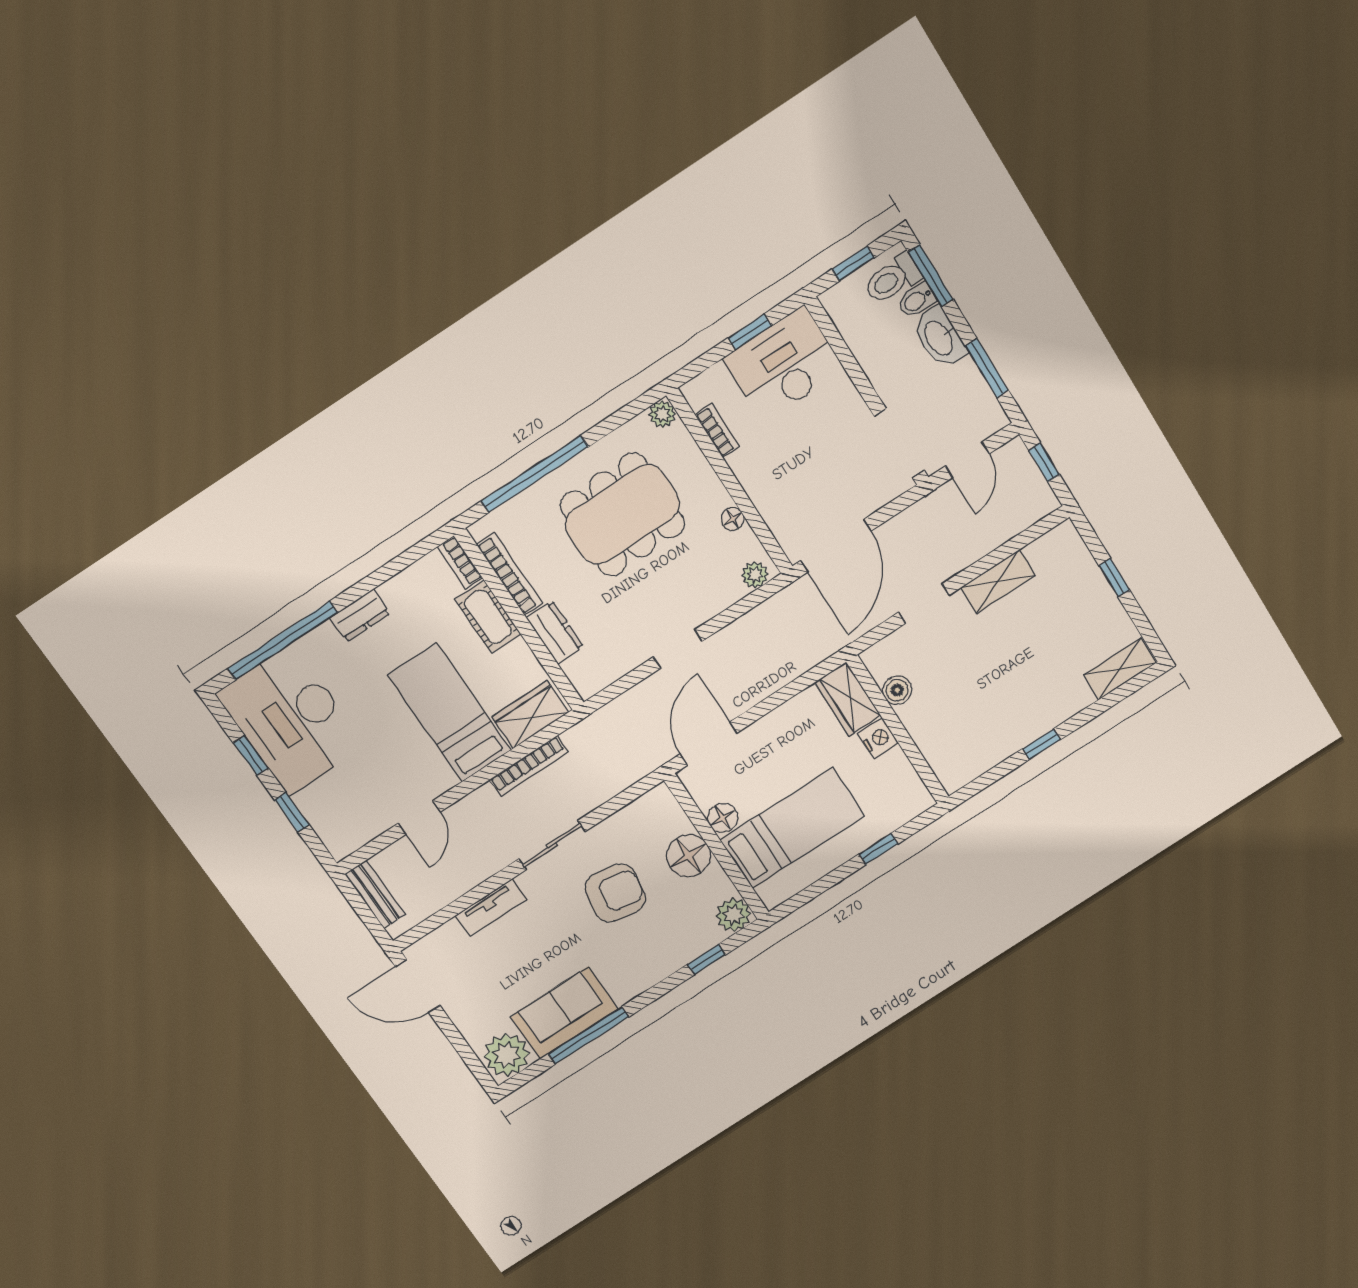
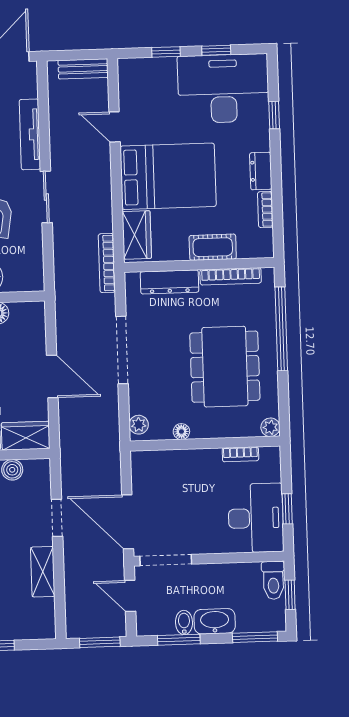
toilet: (892, 279) -> (273, 580), moved, turned 180
bidet: (917, 300) -> (184, 622), moved
window: (1044, 462) -> (100, 642), width x1.50
door: (836, 546) -> (128, 522), moved
bookcase: (460, 562) -> (265, 209), moved, turned -90
dresser: (555, 632) -> (170, 282), width x1.44
window: (283, 641) -> (274, 115), width x0.32
doorway: (678, 649) -> (122, 350), width x1.88
bed: (450, 713) -> (168, 176), width x1.50
door: (709, 743) -> (52, 376), moved
bookcase: (529, 766) -> (107, 263), moved
tv unit: (491, 908) -> (30, 134), width x1.41

